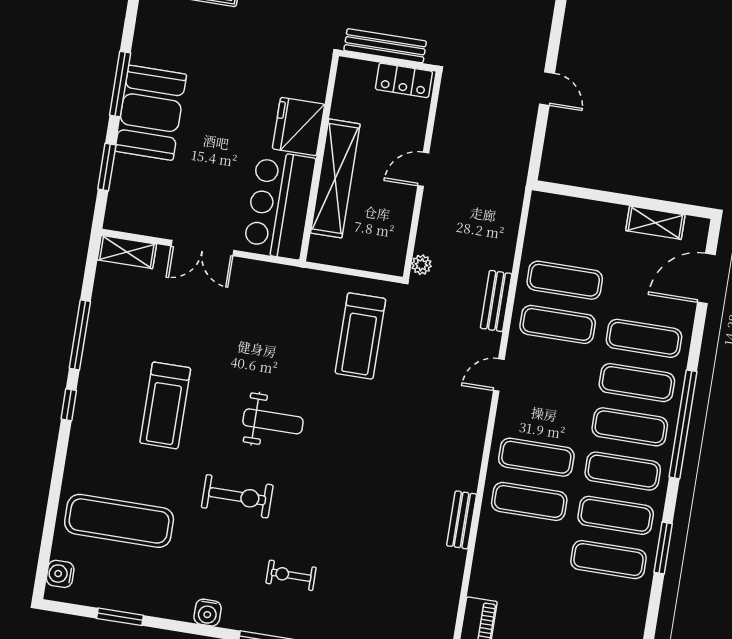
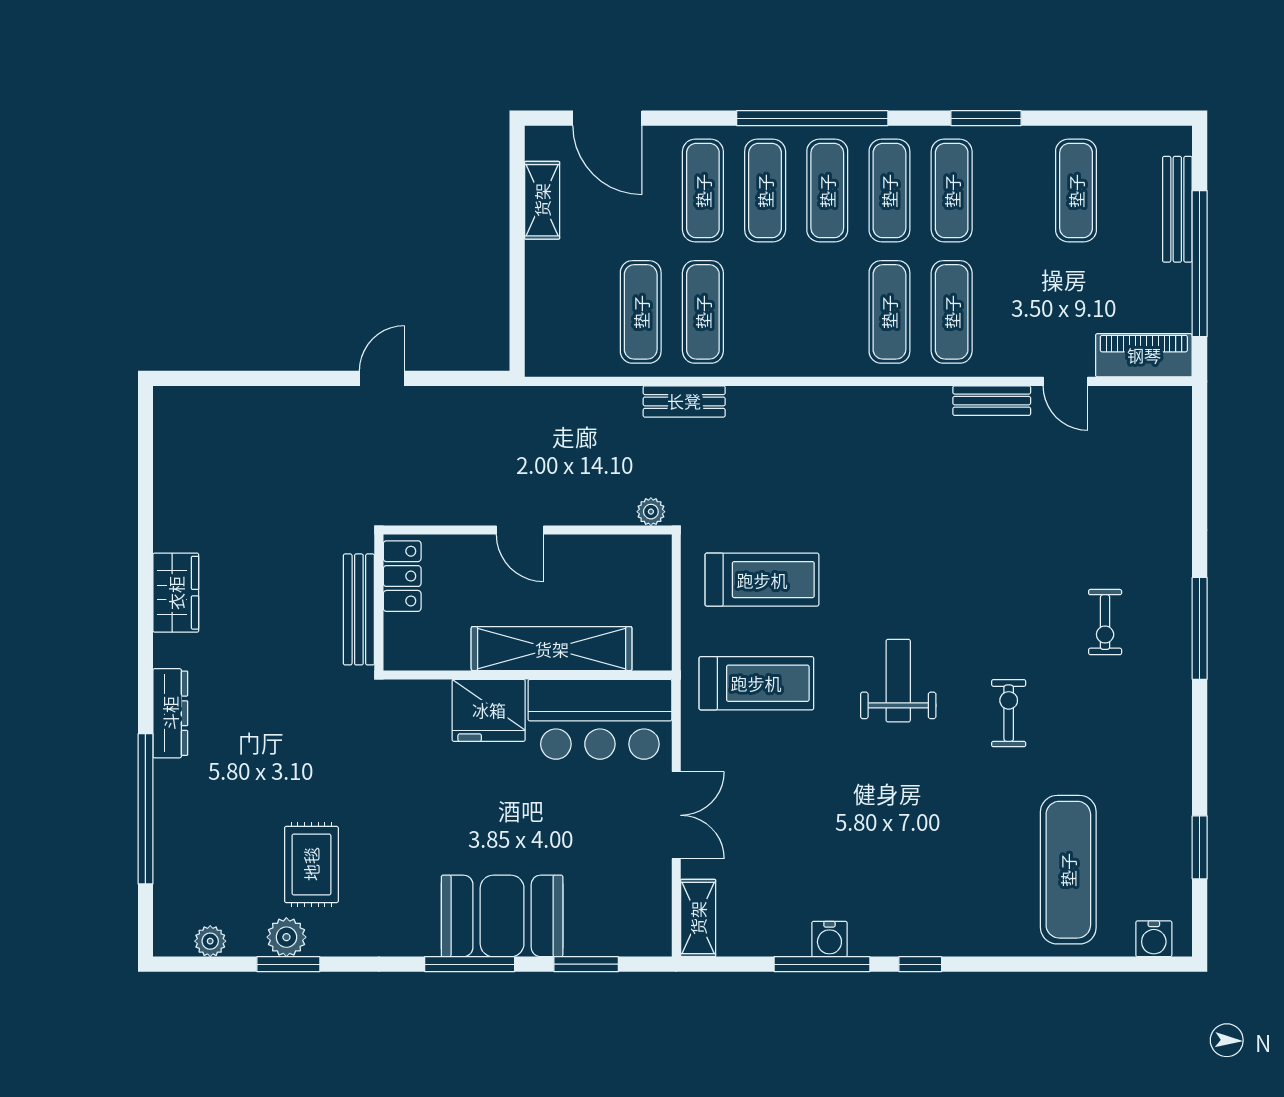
door: (499, 375) -> (1065, 381), moved
treadmill: (165, 405) -> (756, 683), moved
exercise bike: (237, 496) -> (1009, 713), width x0.73, depth x0.72
exercise mat: (609, 560) -> (1076, 191), moved
water cooler: (208, 613) -> (829, 939), moved, turned 90

